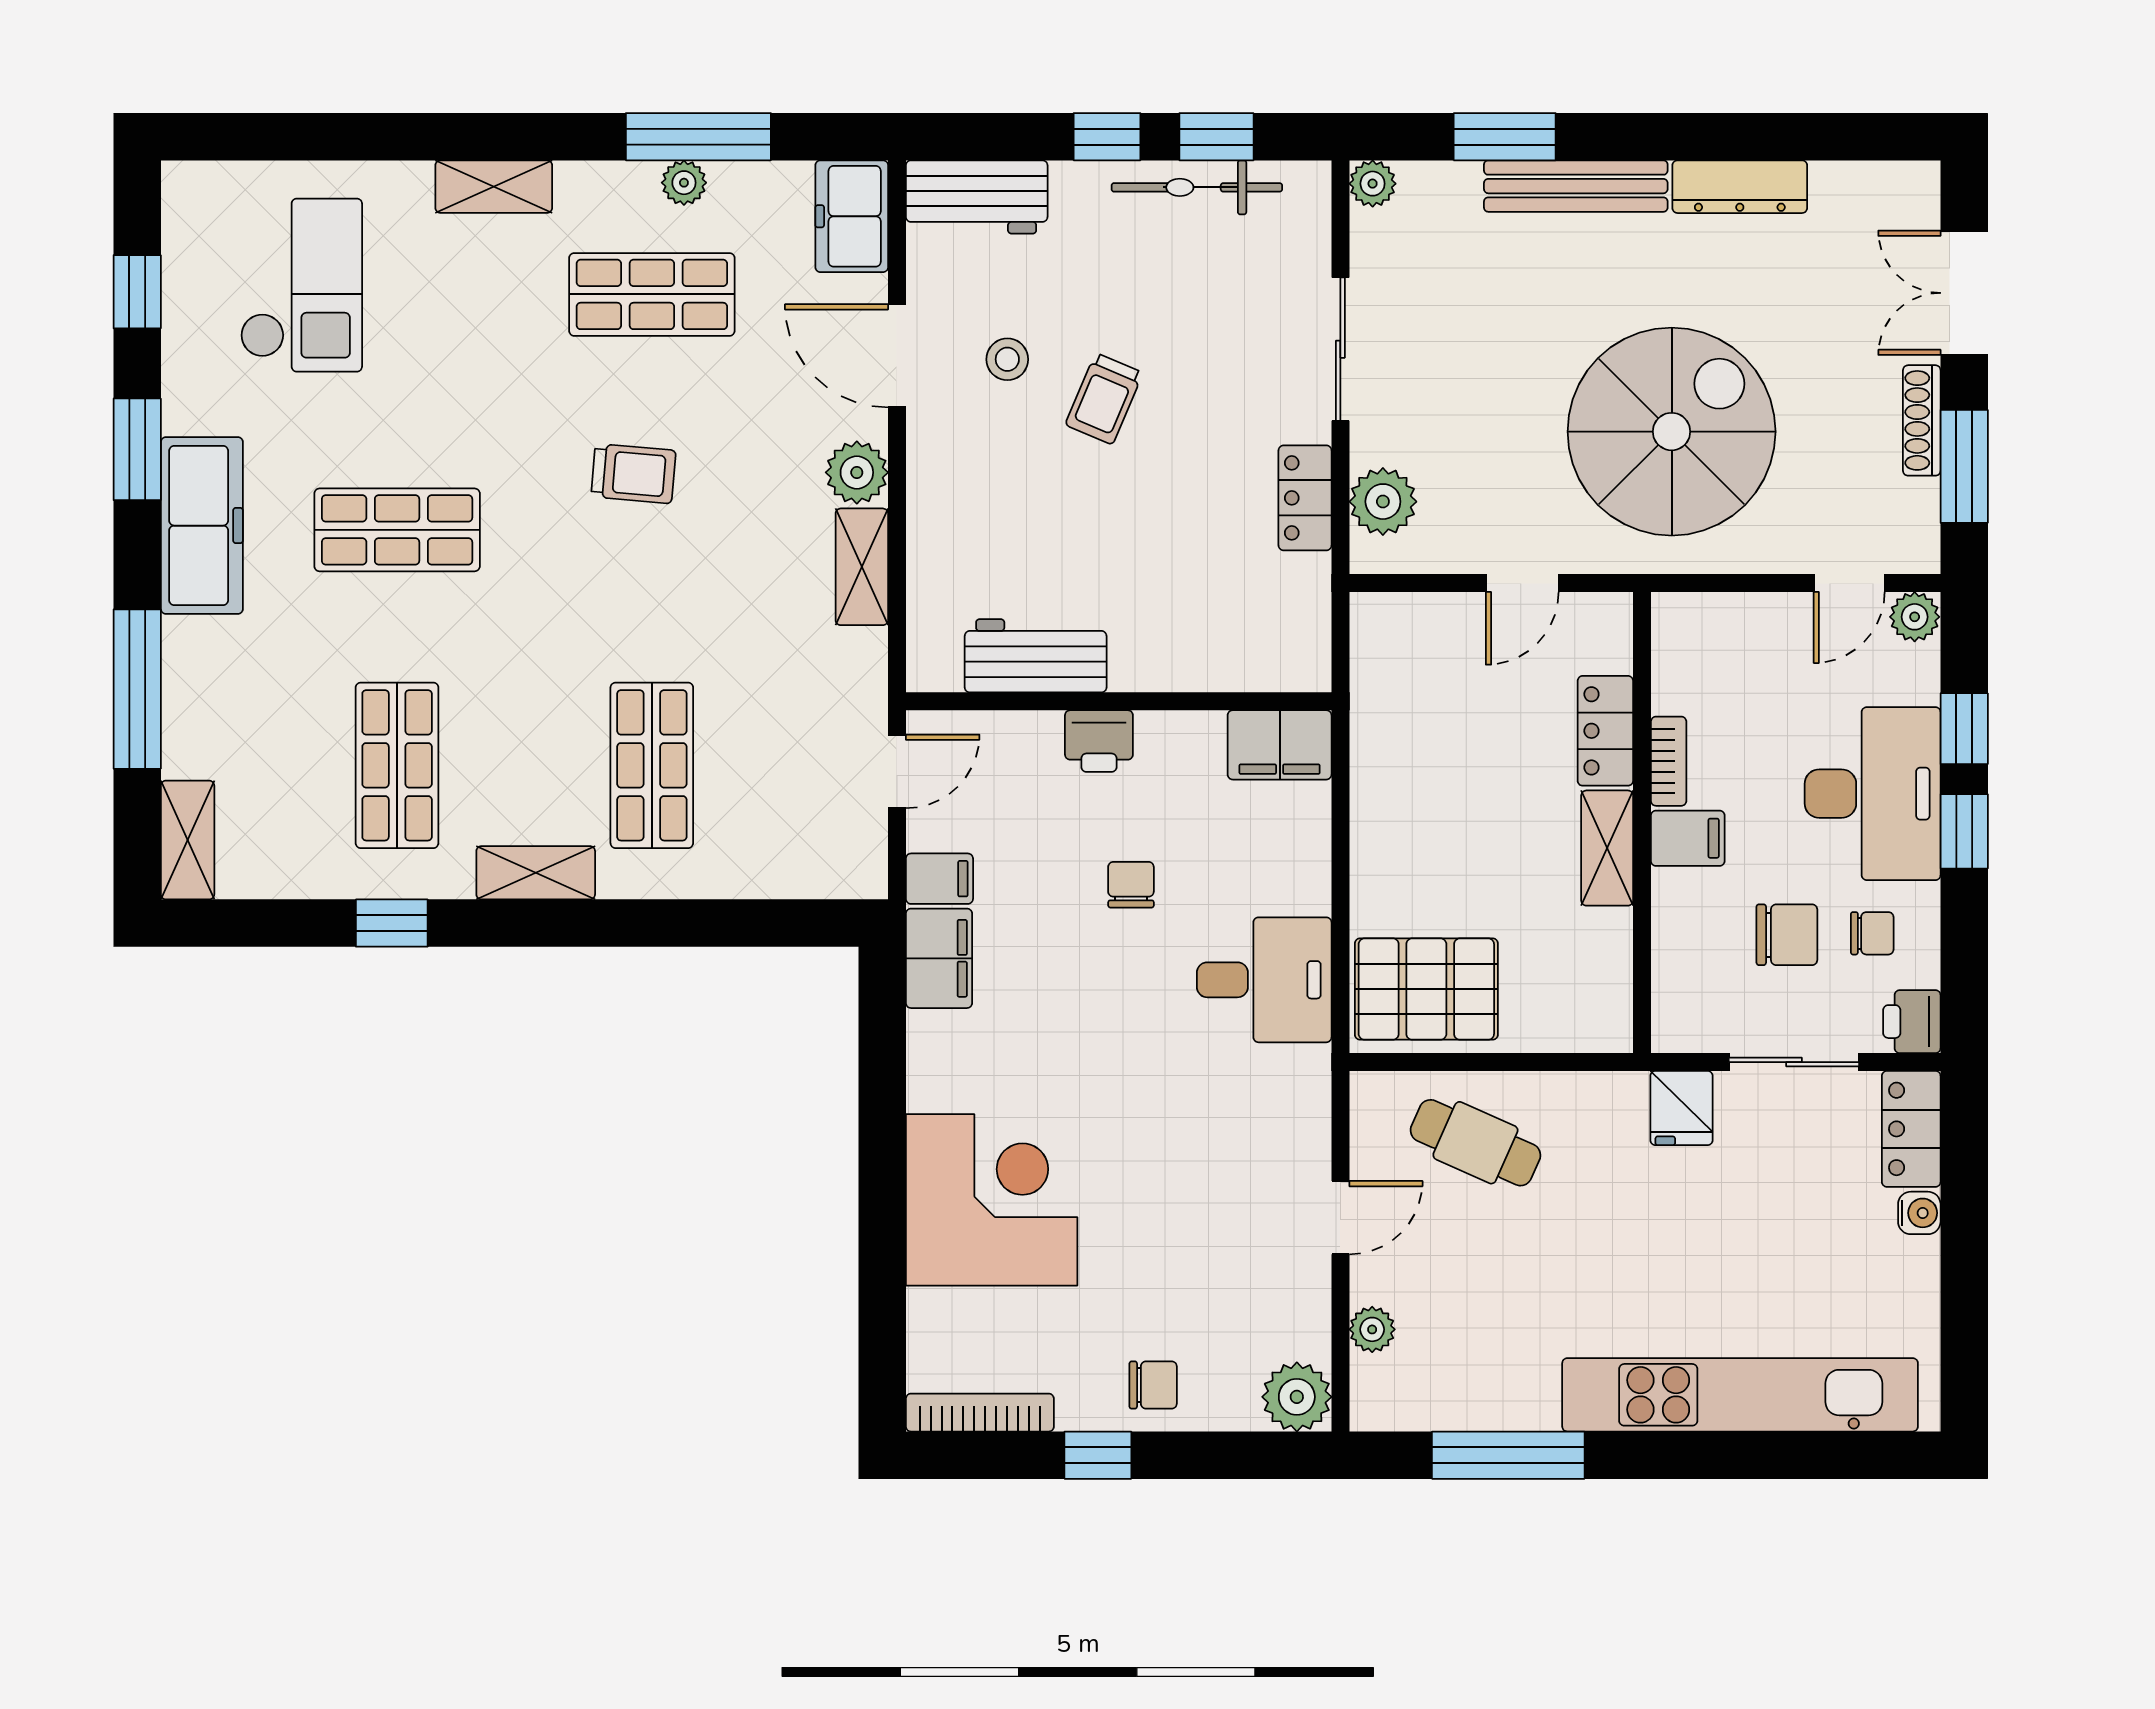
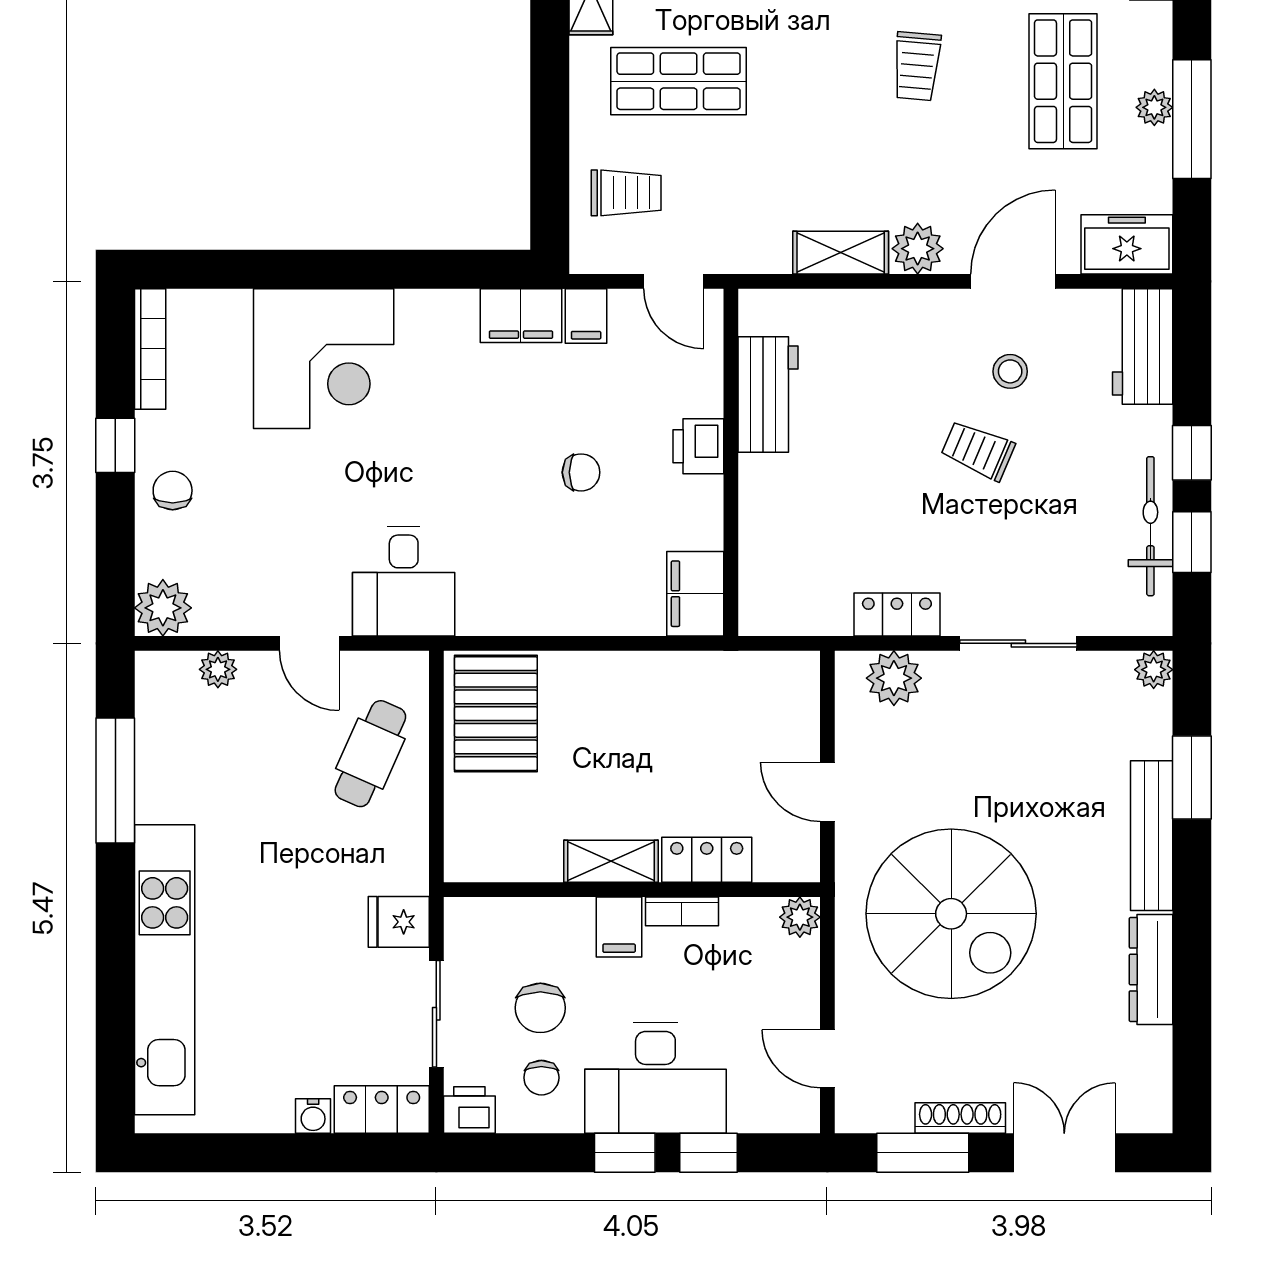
plant: (1915, 617) -> (800, 917), moved
trolley: (789, 829) -> (626, 193), added
desk: (1264, 980) -> (404, 581), moved
chair: (1153, 1385) -> (173, 490), turned 180

